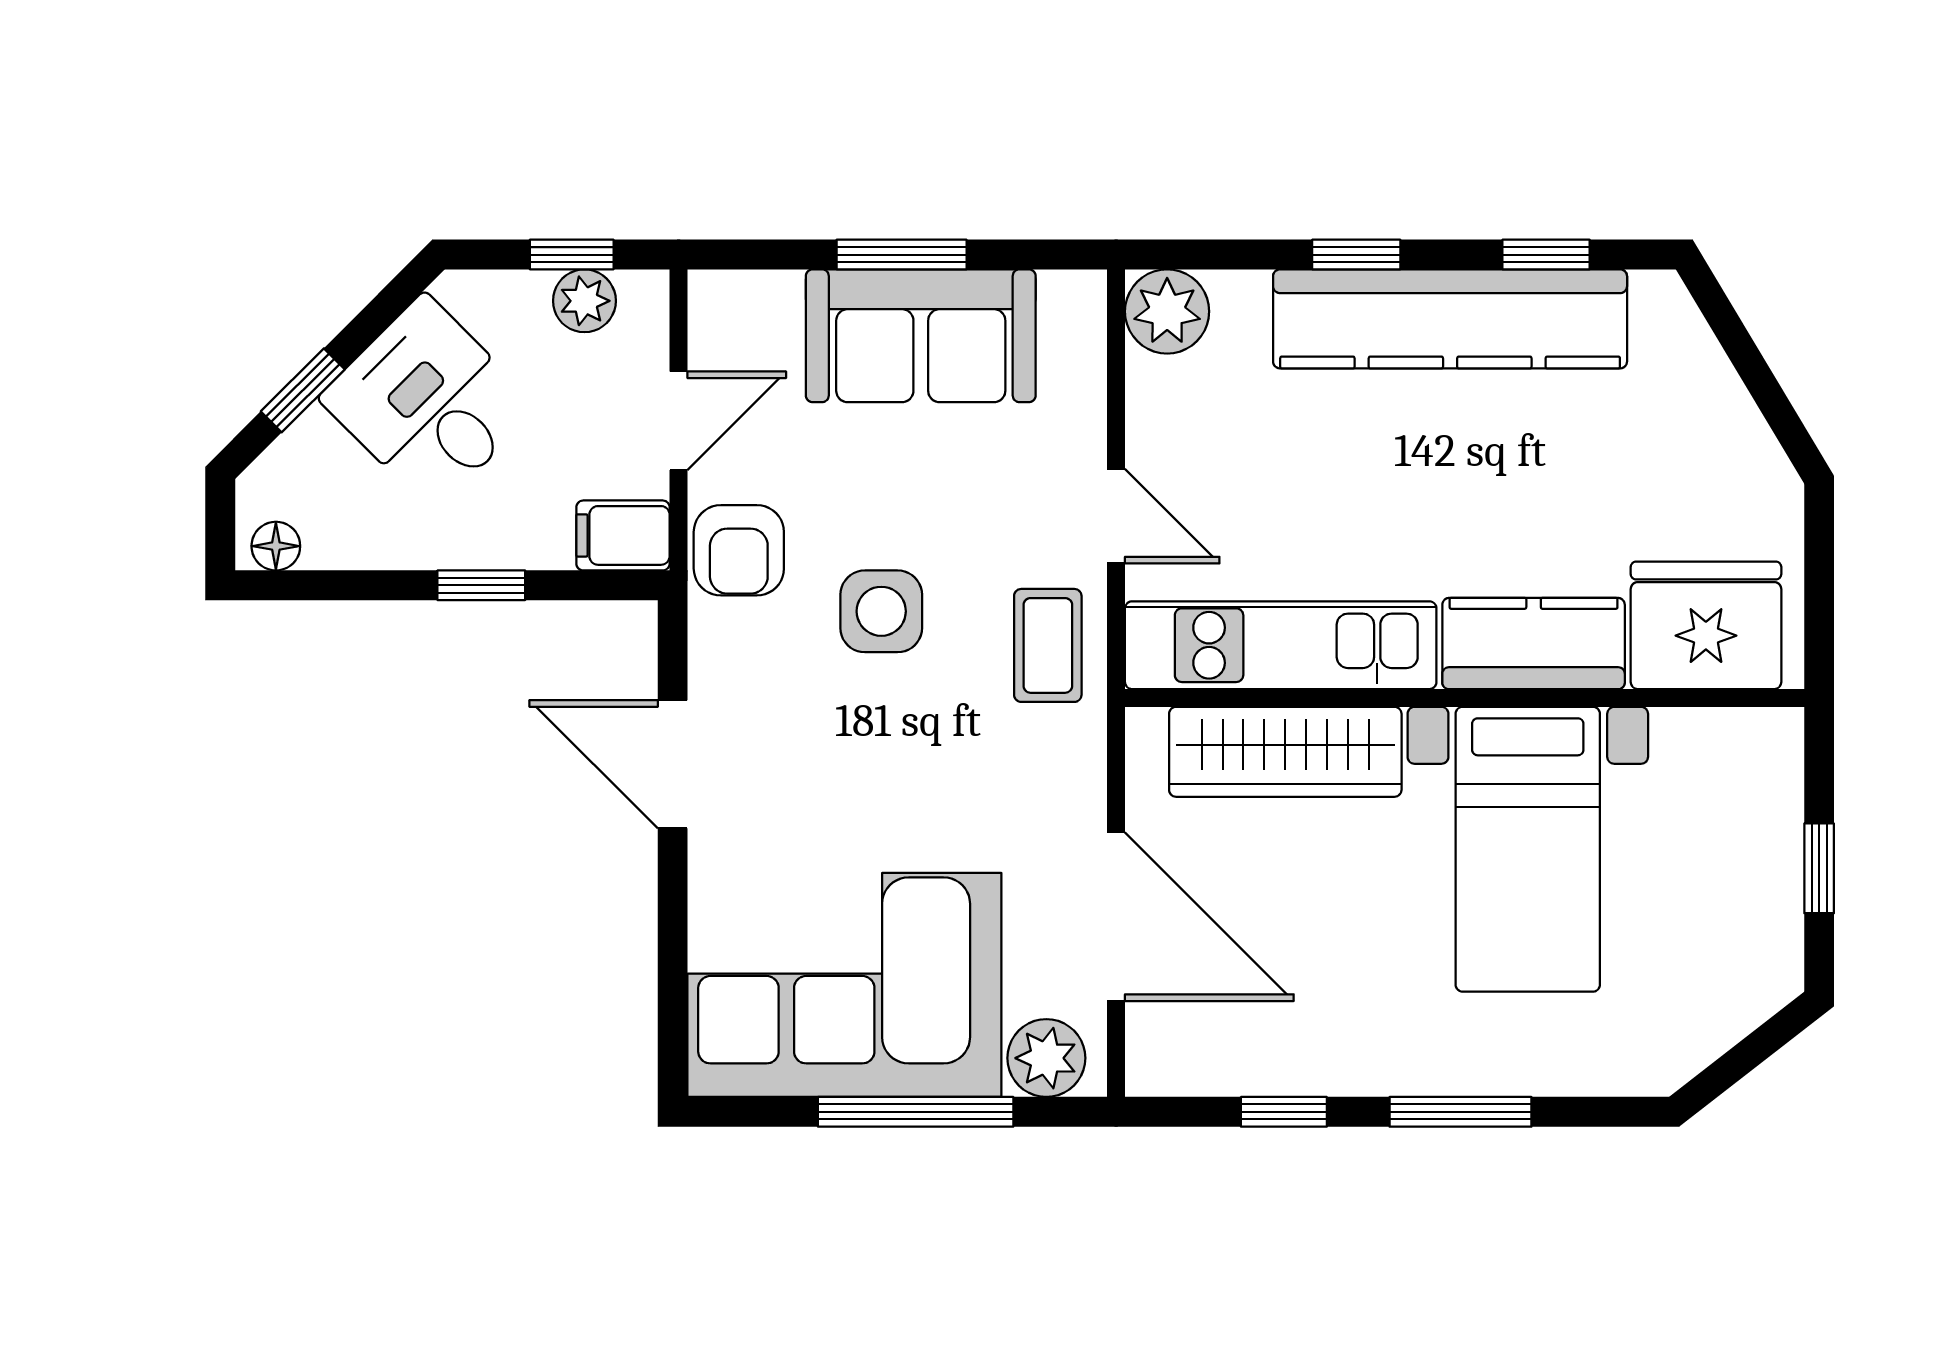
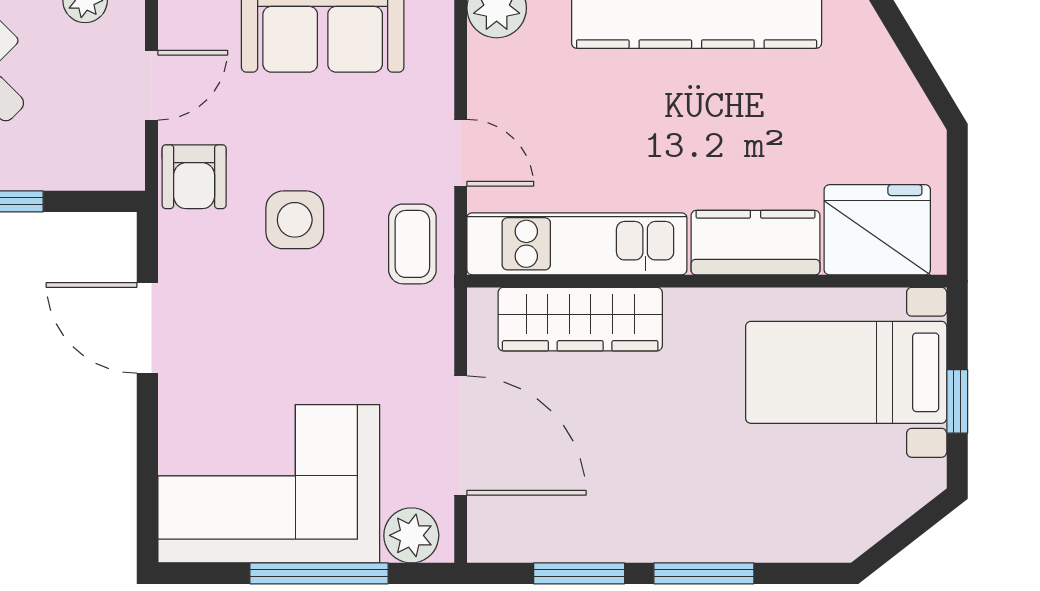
filing cabinet: (623, 535) -> (112, 166), removed
bed with nightstands: (1528, 849) -> (846, 372), moved, turned 90
window: (1284, 1112) -> (579, 573), width x1.50

